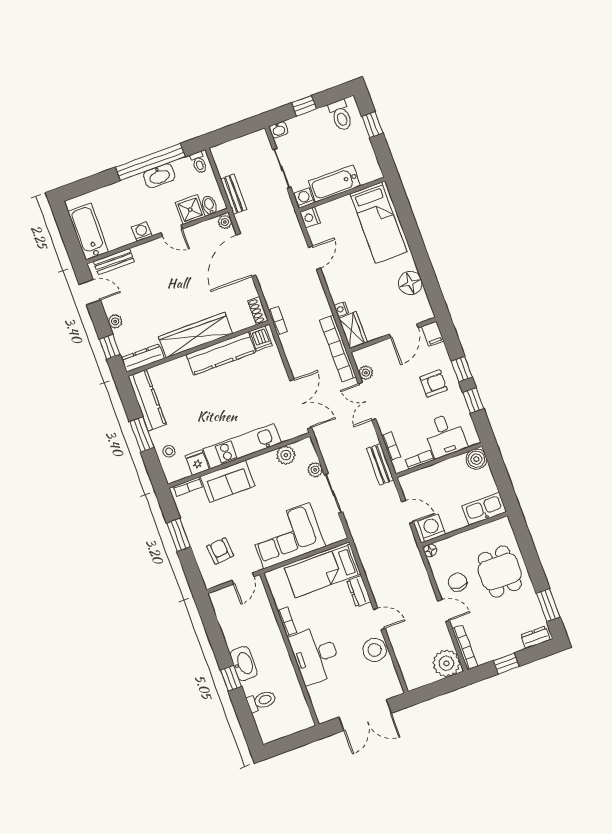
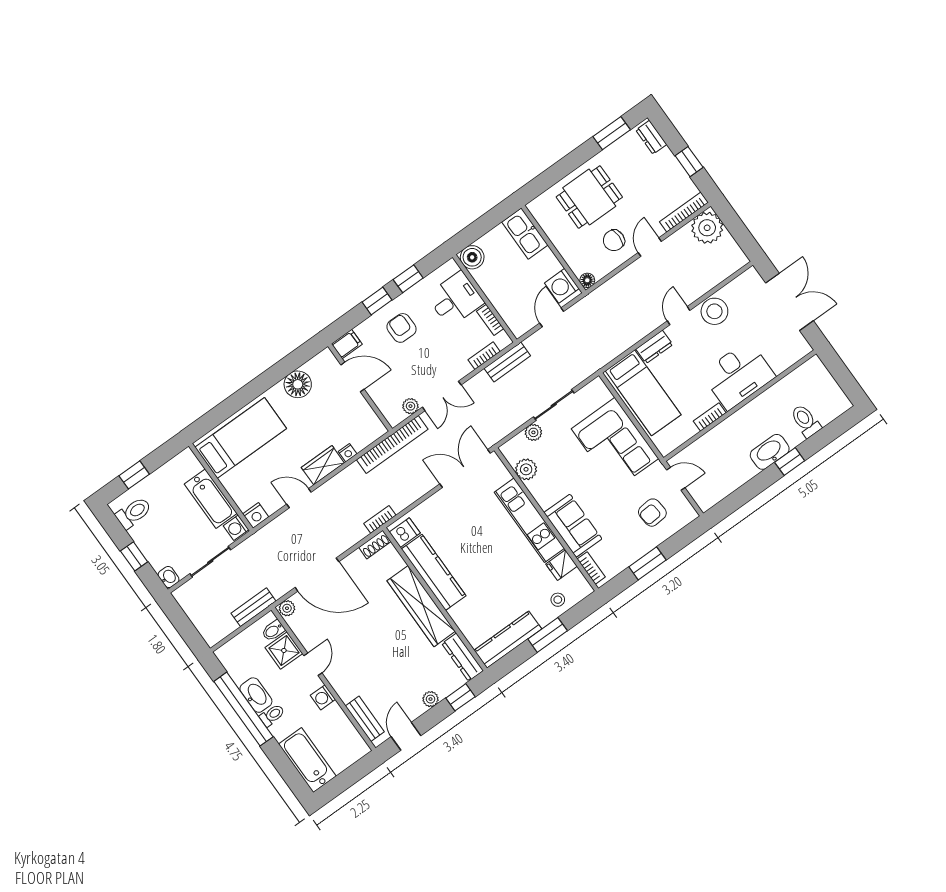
toilet: (199, 163) -> (272, 715), moved
bathtub: (88, 232) -> (307, 760), moved, turned 90
wardrobe: (353, 330) -> (323, 465), moved

